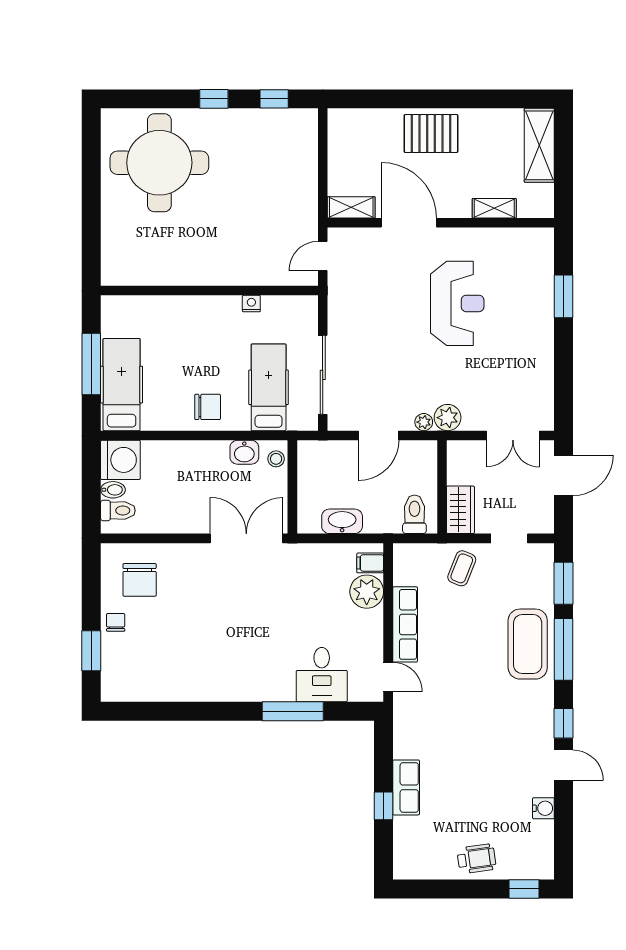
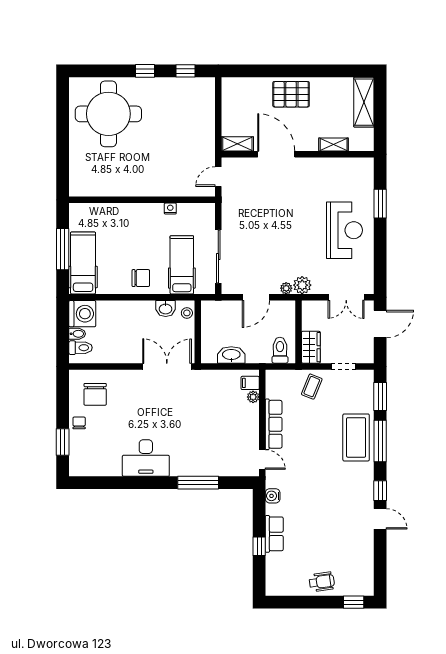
reception desk: (457, 303) -> (344, 230), moved
plant: (367, 592) -> (253, 397), width x0.53, depth x0.53
desk: (322, 675) -> (146, 458), moved, width x1.37
water cooler: (543, 808) -> (273, 496), moved, turned 180

